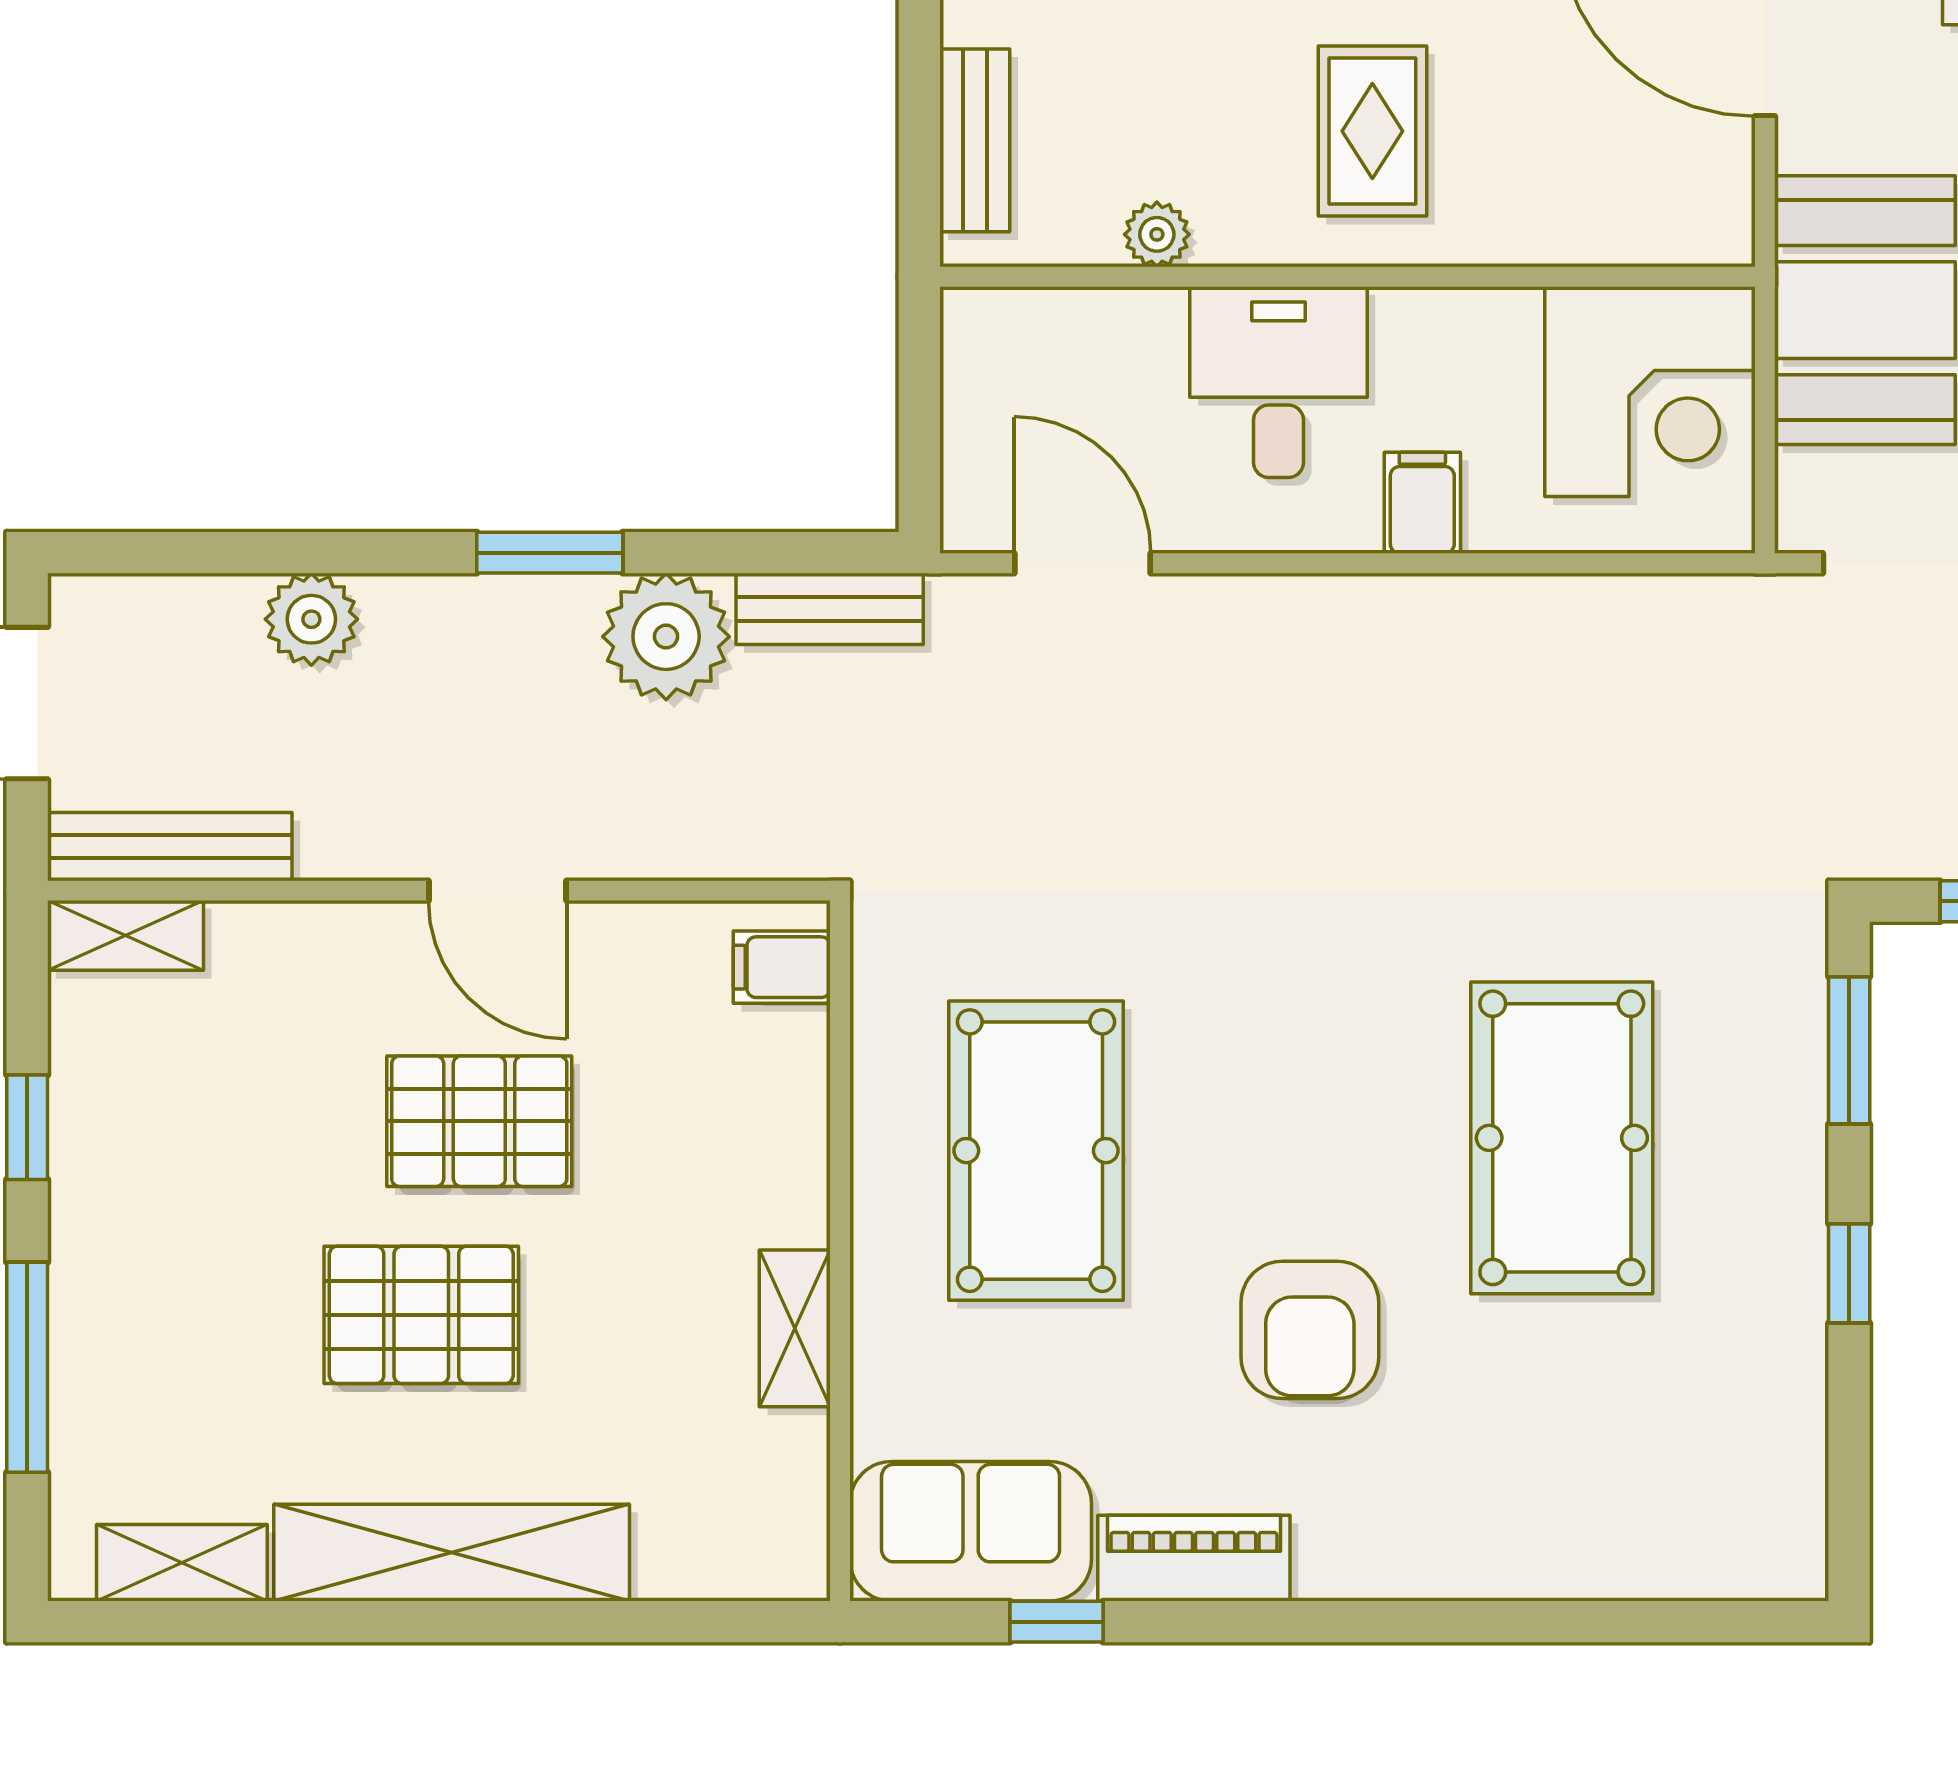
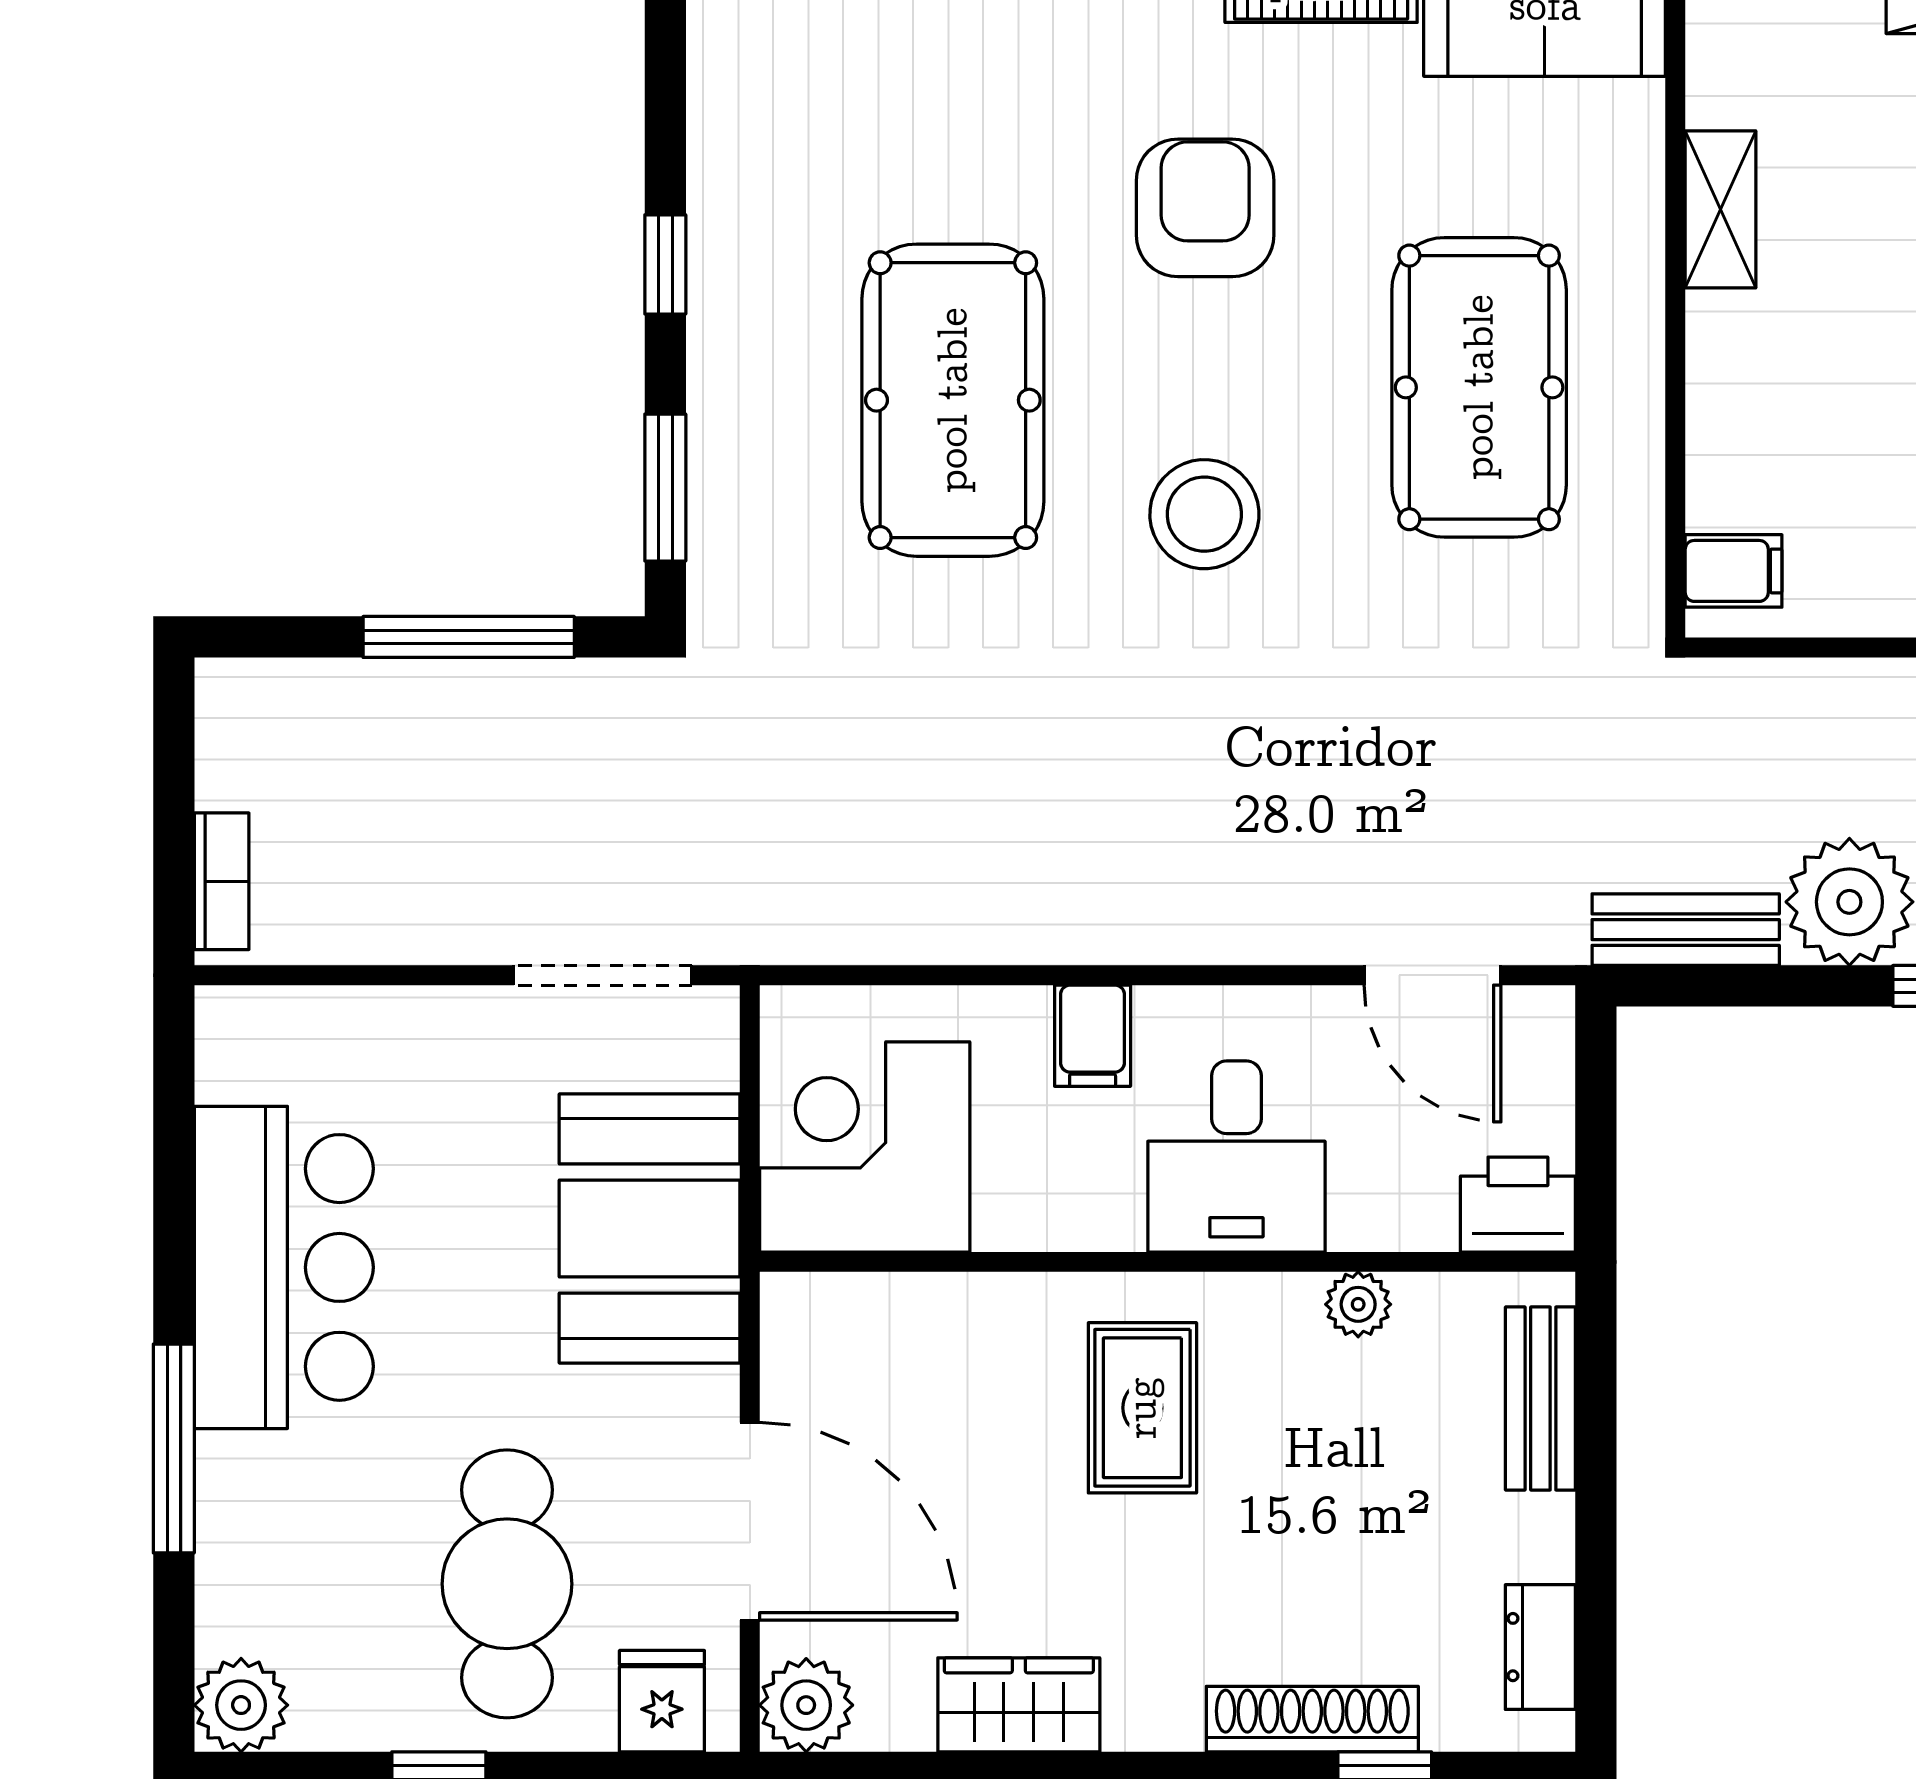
printer: (997, 334) -> (1518, 1205), added
stool: (1311, 1024) -> (1204, 514), added

